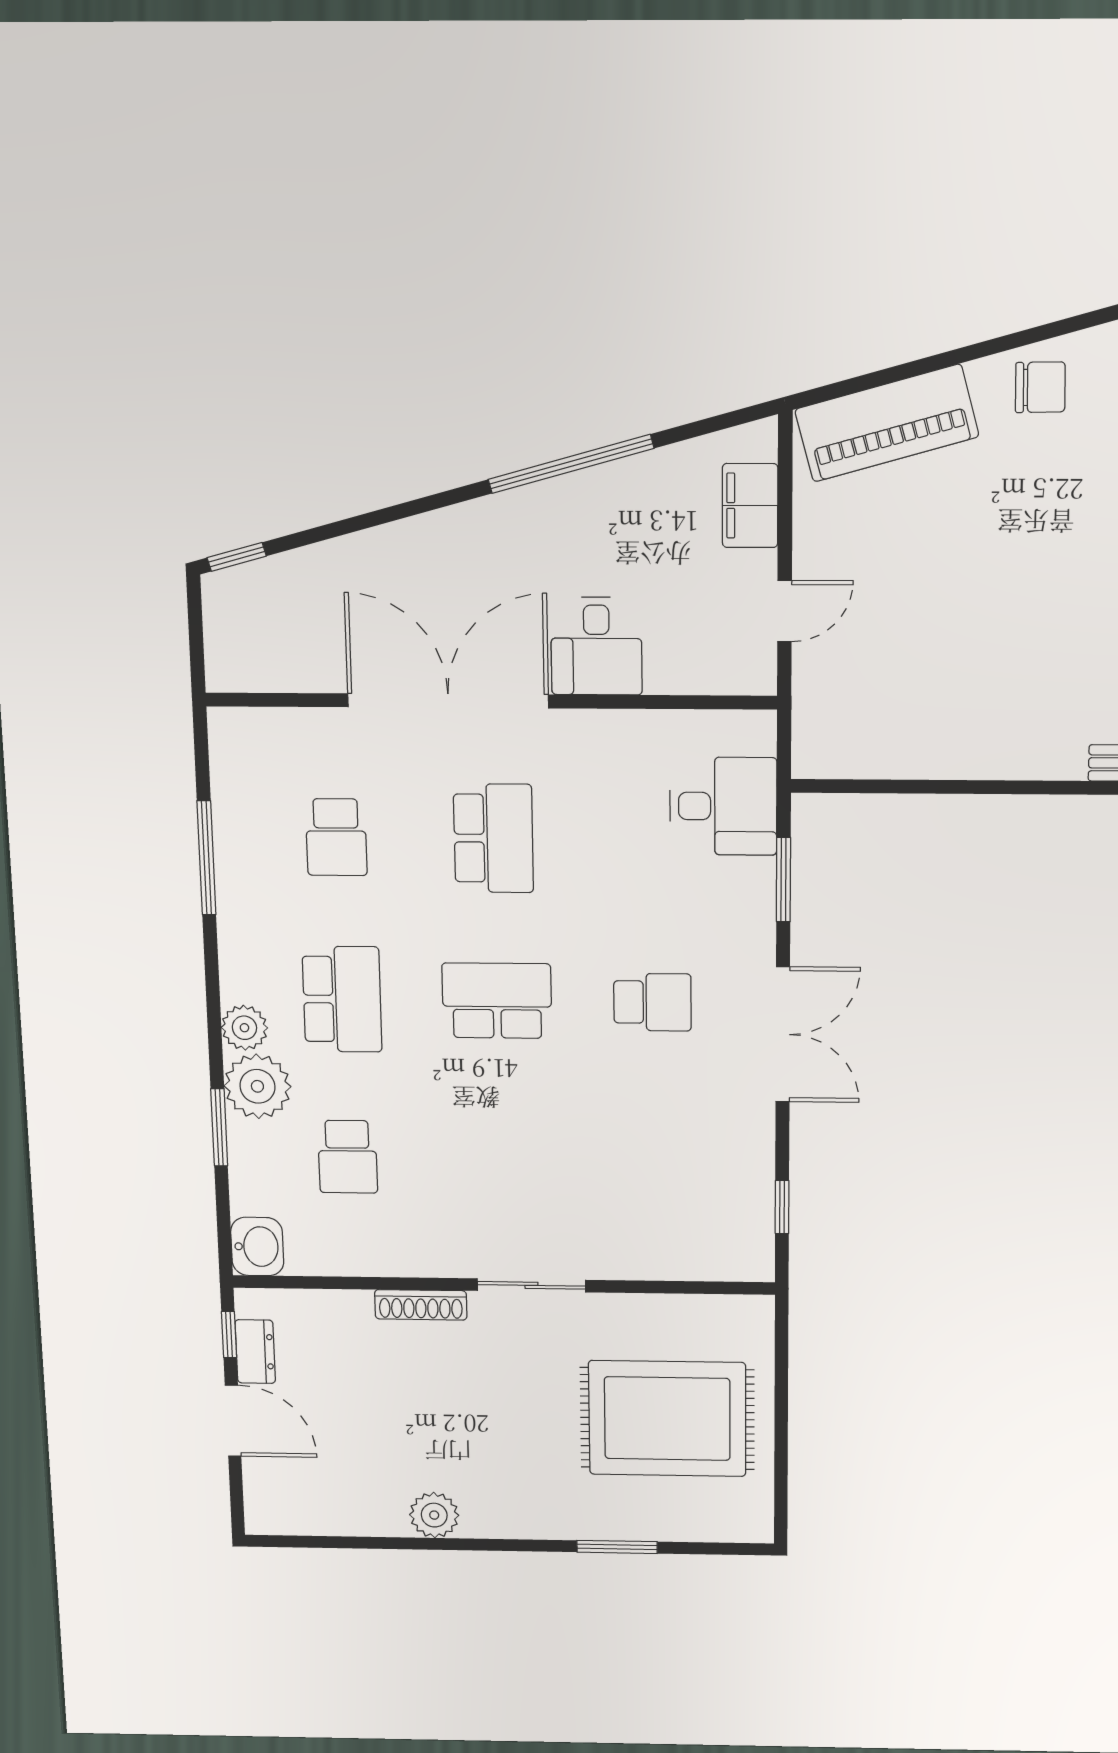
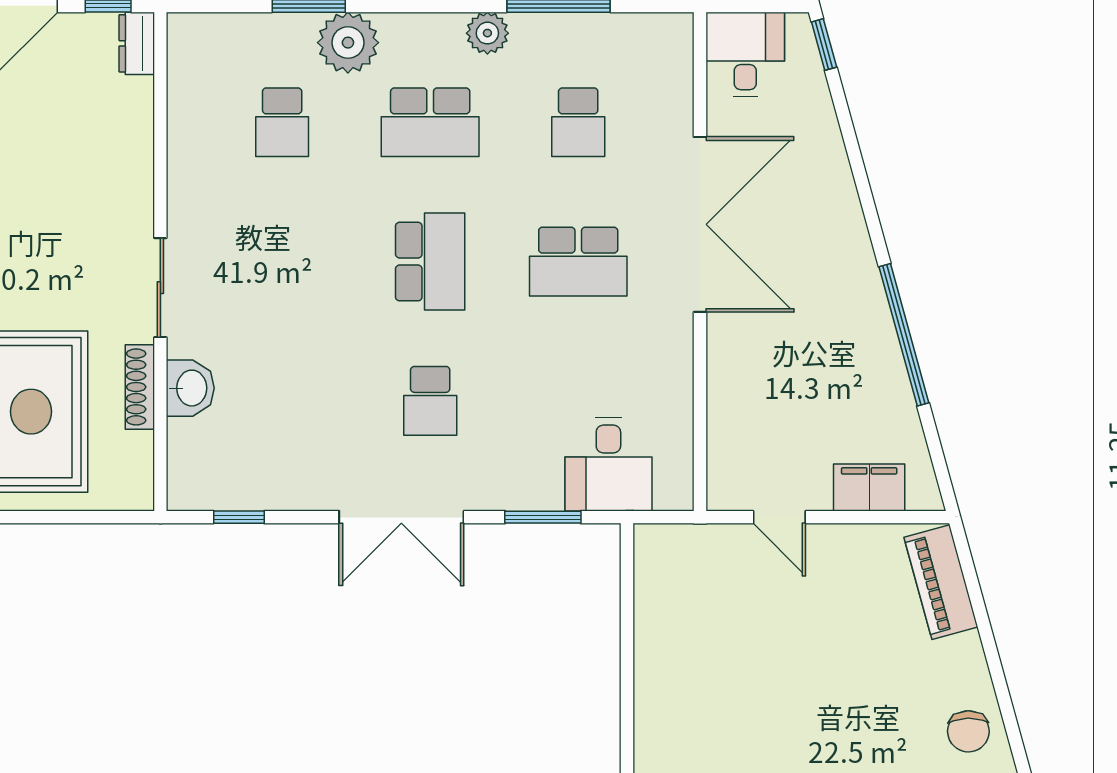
piano: (887, 423) -> (941, 582), width x0.73, depth x0.75
desk: (596, 646) -> (745, 54), moved, turned 90
school desk: (336, 837) -> (578, 122), turned -90
plant: (244, 1028) -> (487, 33), moved
school desk: (348, 1157) -> (282, 122), turned -90
washbasin: (257, 1247) -> (190, 388), moved, turned -90
shoe rack: (421, 1305) -> (140, 387), moved
dresser: (255, 1352) -> (137, 43), moved, turned 90

